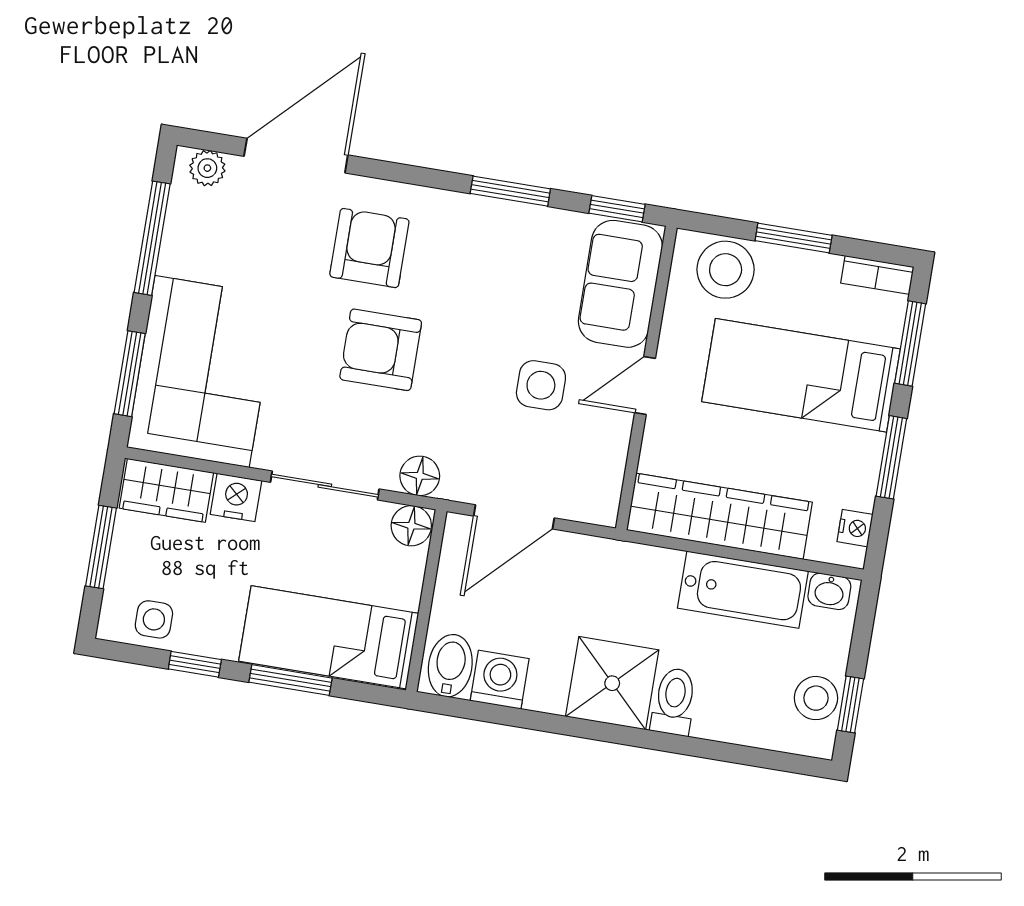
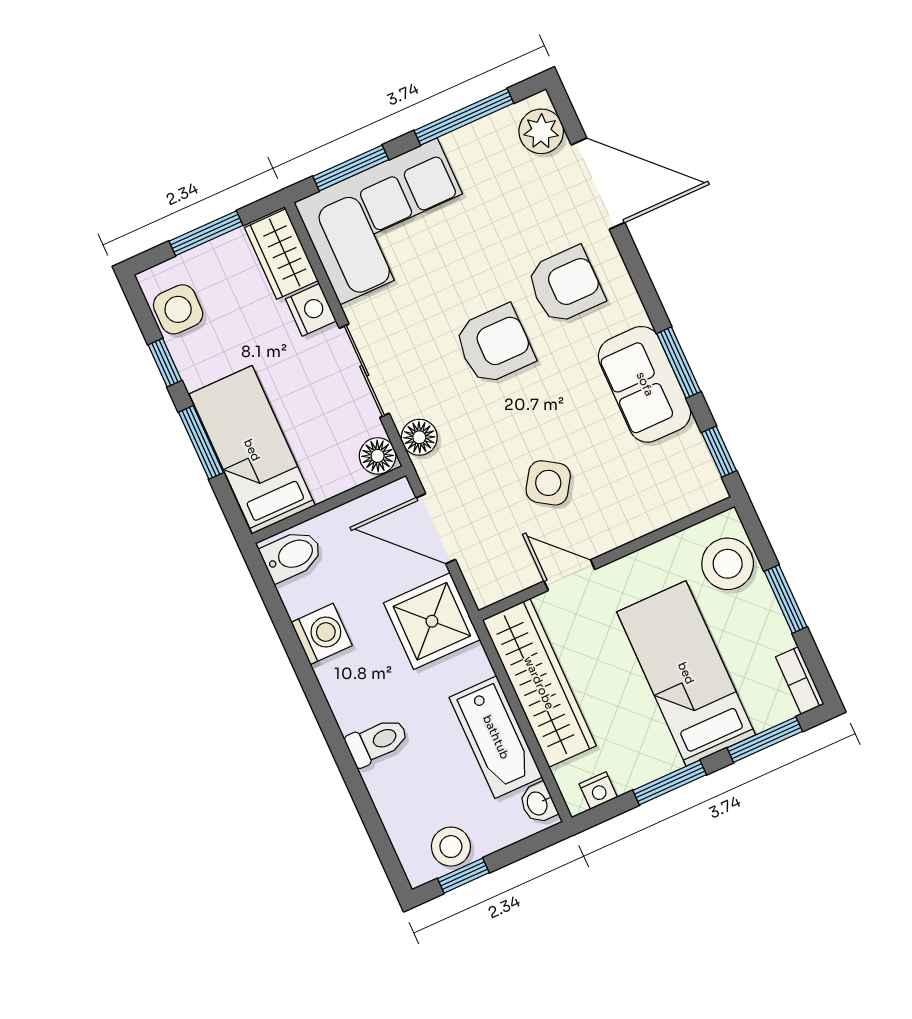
plant: (207, 168) -> (541, 131), width x1.38, depth x1.38
sofa: (620, 284) -> (645, 384), moved, turned -90
armchair: (381, 350) -> (495, 345), turned 90
side table: (541, 385) -> (548, 483), turned 33
door: (645, 386) -> (569, 575), moved
side table: (154, 619) -> (178, 309), width x1.37, depth x1.37
washing machine: (500, 680) -> (322, 634), moved
shower: (612, 683) -> (432, 621), moved

